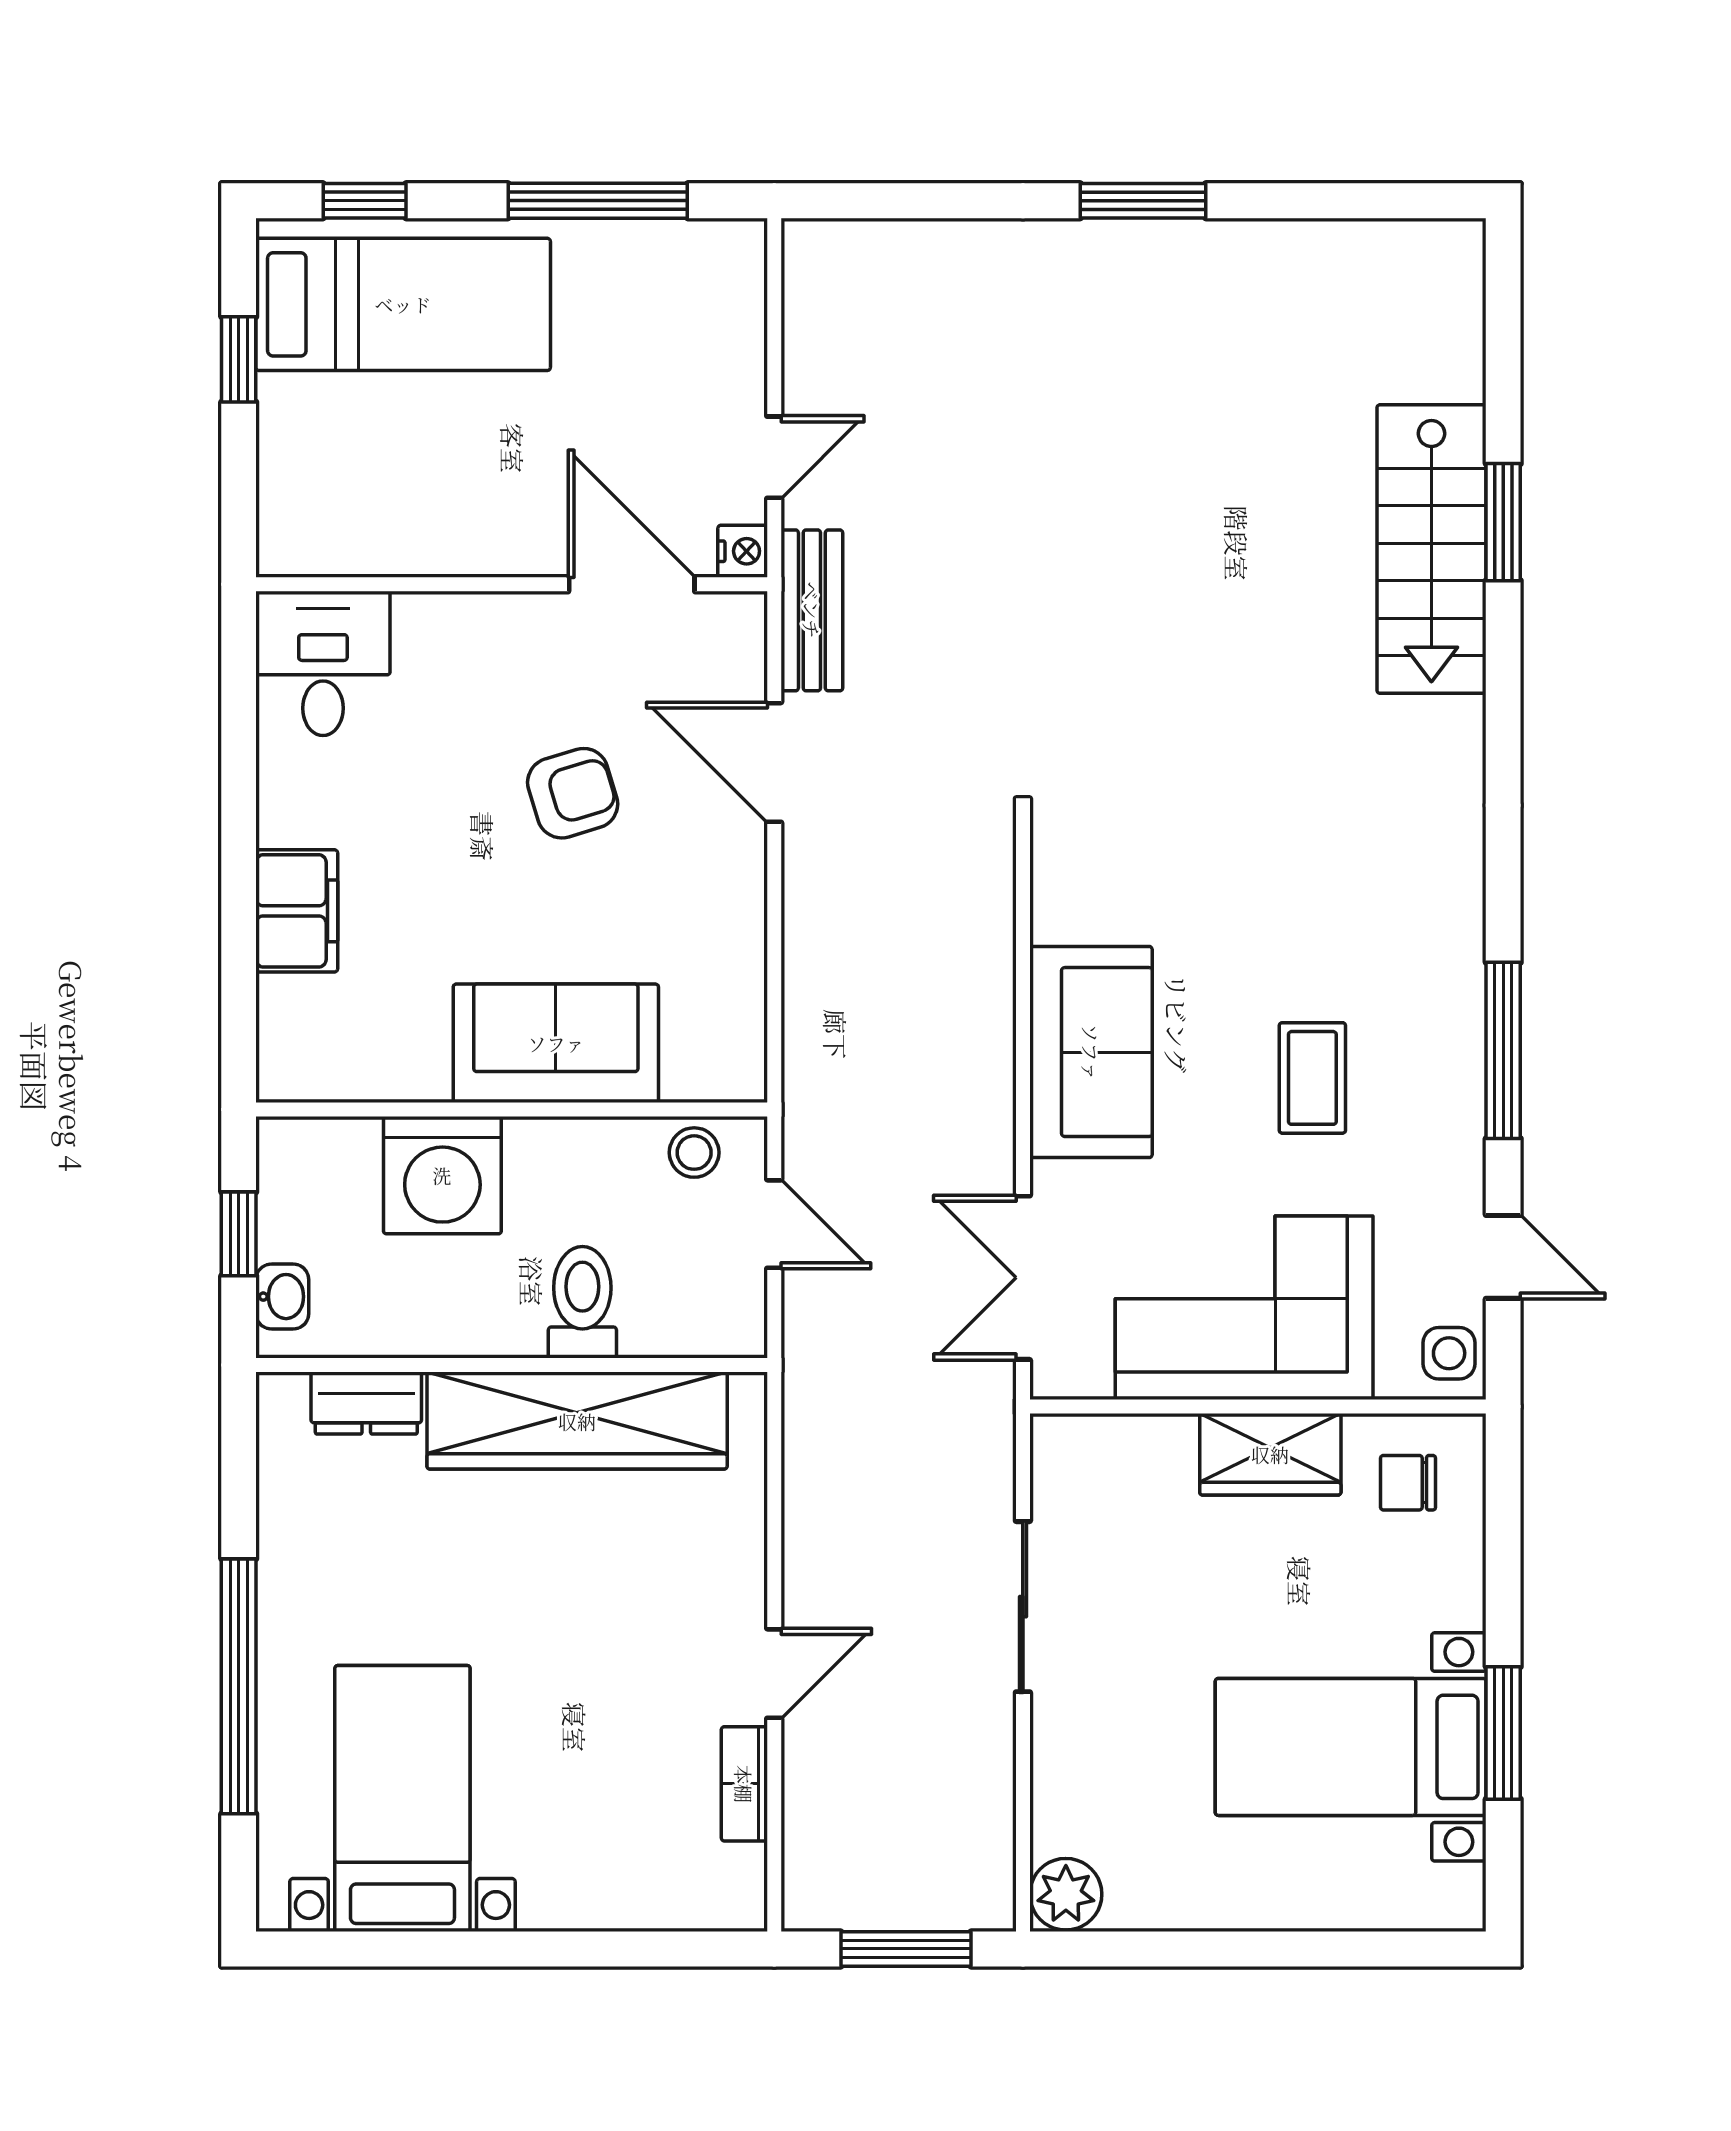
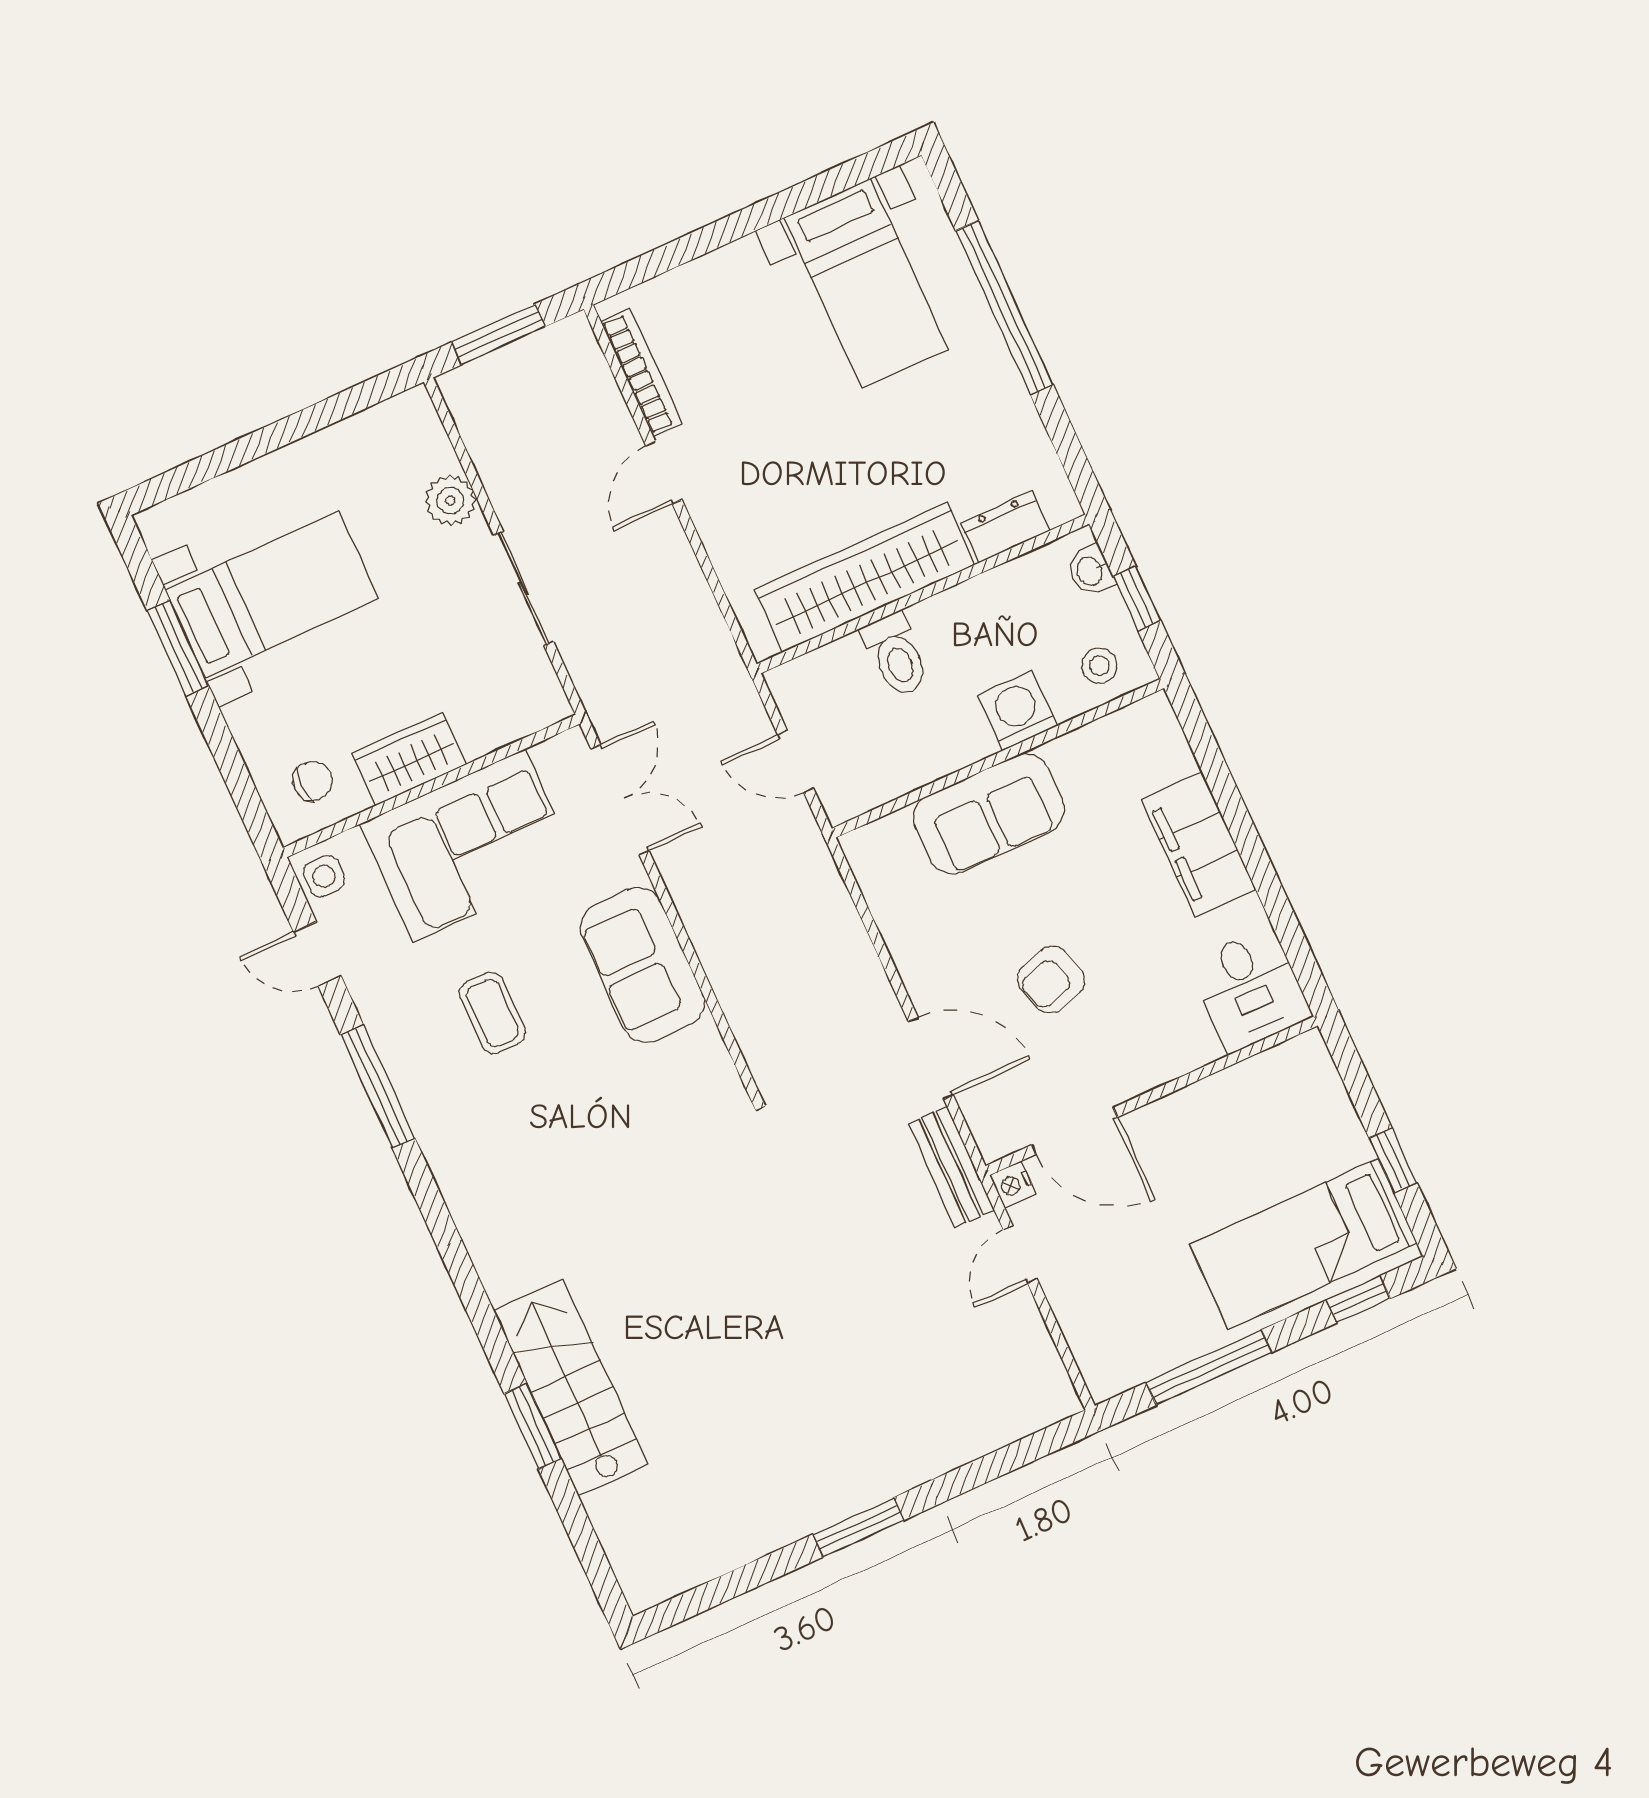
filing cabinet: (297, 911) -> (1199, 845), width x1.50, depth x1.17
stool: (694, 1153) -> (1099, 666), moved
washing machine: (442, 1175) -> (1018, 711), width x0.73, depth x0.73
bookcase: (744, 1784) -> (641, 372), width x1.56
plant: (1066, 1894) -> (450, 501), moved

